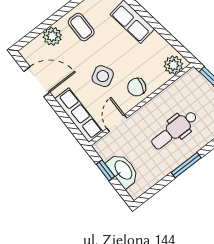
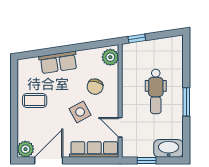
plant: (52, 36) -> (25, 149), moved
chair: (137, 87) -> (95, 87), moved
washbasin: (123, 170) -> (169, 148), moved

